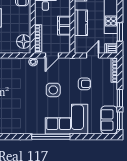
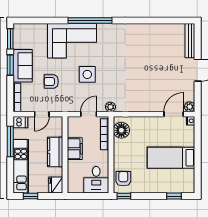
window: (120, 32) -> (10, 141), width x1.44
sofa: (109, 120) -> (23, 66), moved

